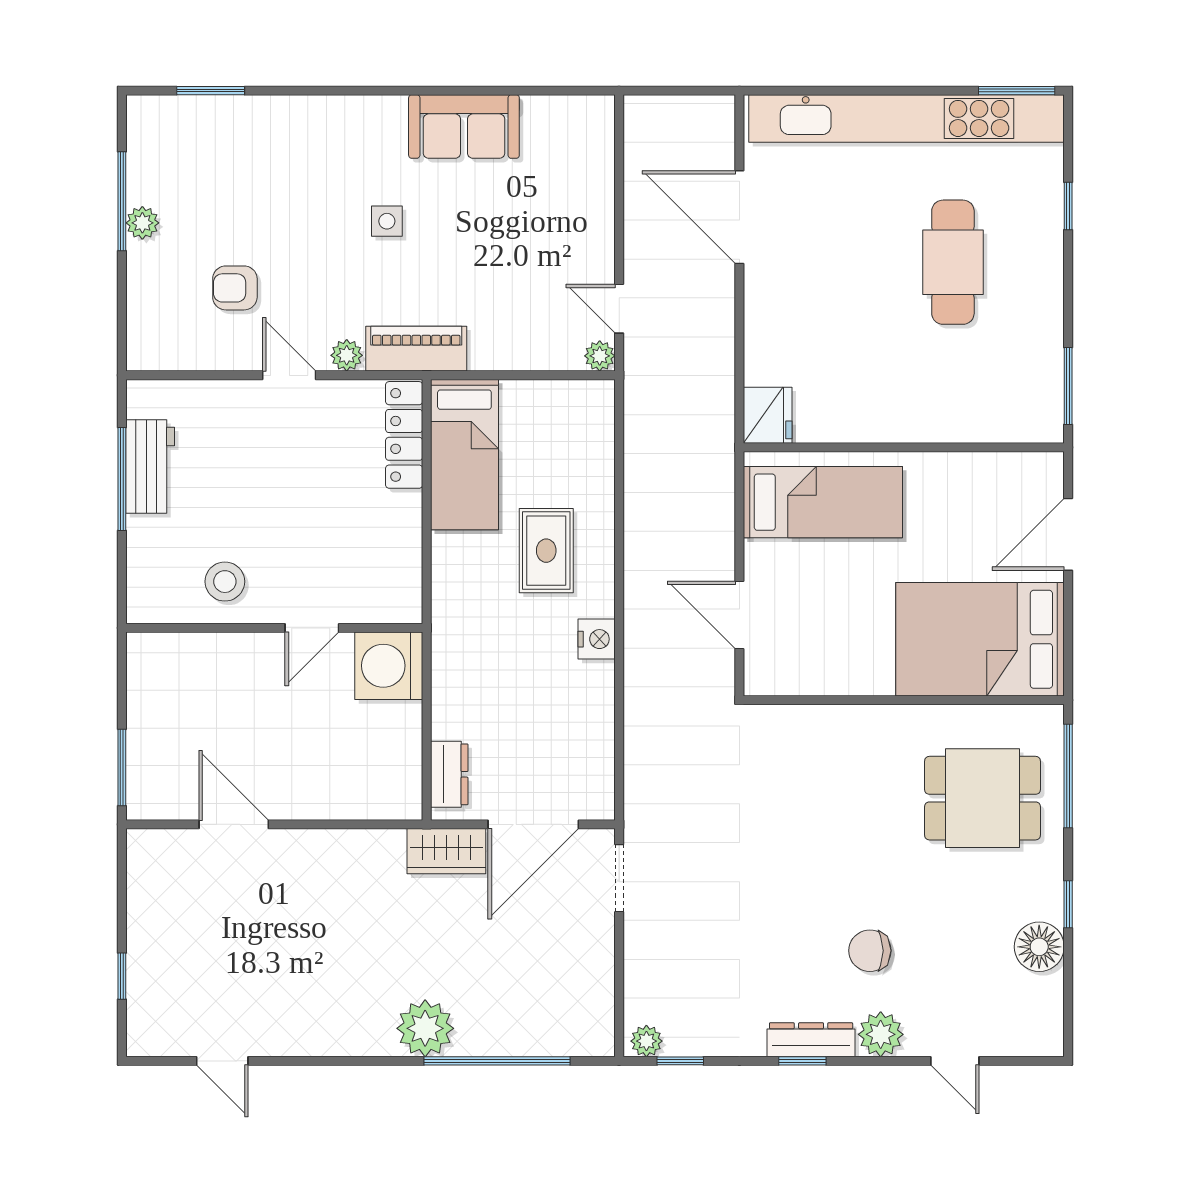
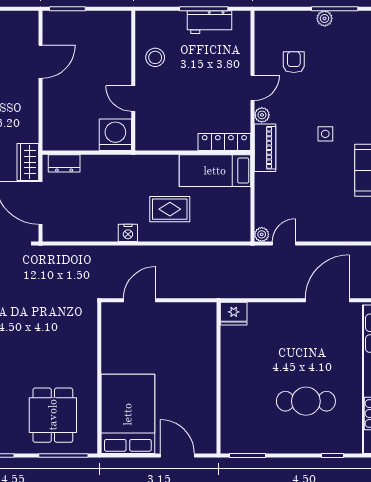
bed: (823, 502) -> (193, 340), removed

